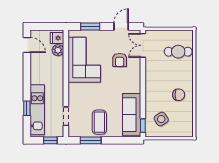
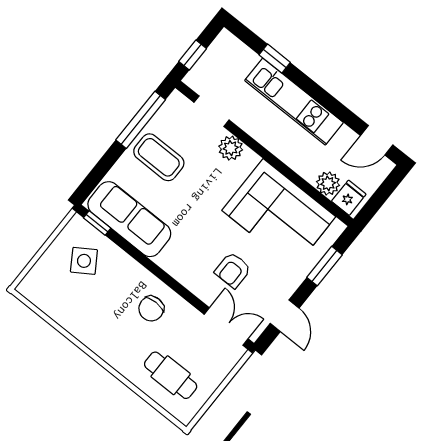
cafe table: (178, 52) -> (171, 375), turned 90
armchair: (120, 60) -> (233, 270), turned -90
chair: (179, 95) -> (151, 309), moved
plant: (74, 98) -> (231, 148), added
kitchen unit: (37, 110) -> (294, 102), moved
window: (91, 140) -> (141, 120), width x1.44

